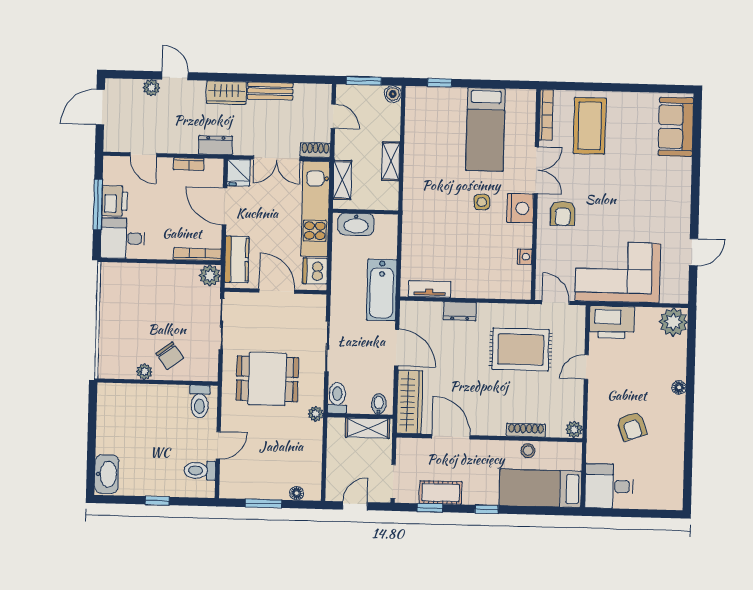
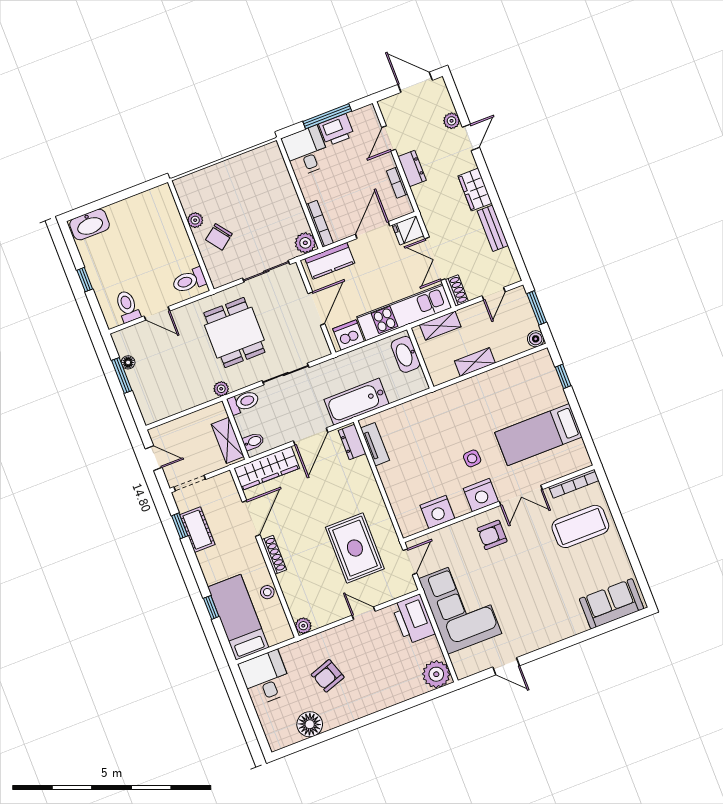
dresser: (216, 145) -> (412, 169), moved
nightstand: (525, 257) -> (437, 512), width x1.89, depth x1.79
dresser: (460, 311) -> (352, 442), moved
floor lamp: (679, 387) -> (310, 724), moved, width x1.89, depth x1.89
shoe rack: (526, 430) -> (274, 555), moved
floor lamp: (297, 493) -> (128, 362), moved
window: (486, 509) -> (211, 607), moved

